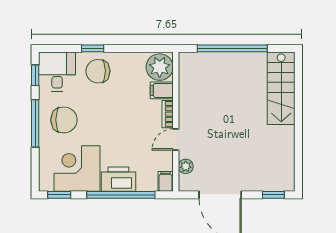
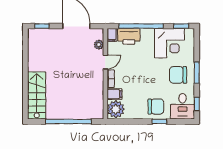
window: (35, 123) -> (197, 73), width x0.69
printer: (118, 179) -> (129, 36), moved

